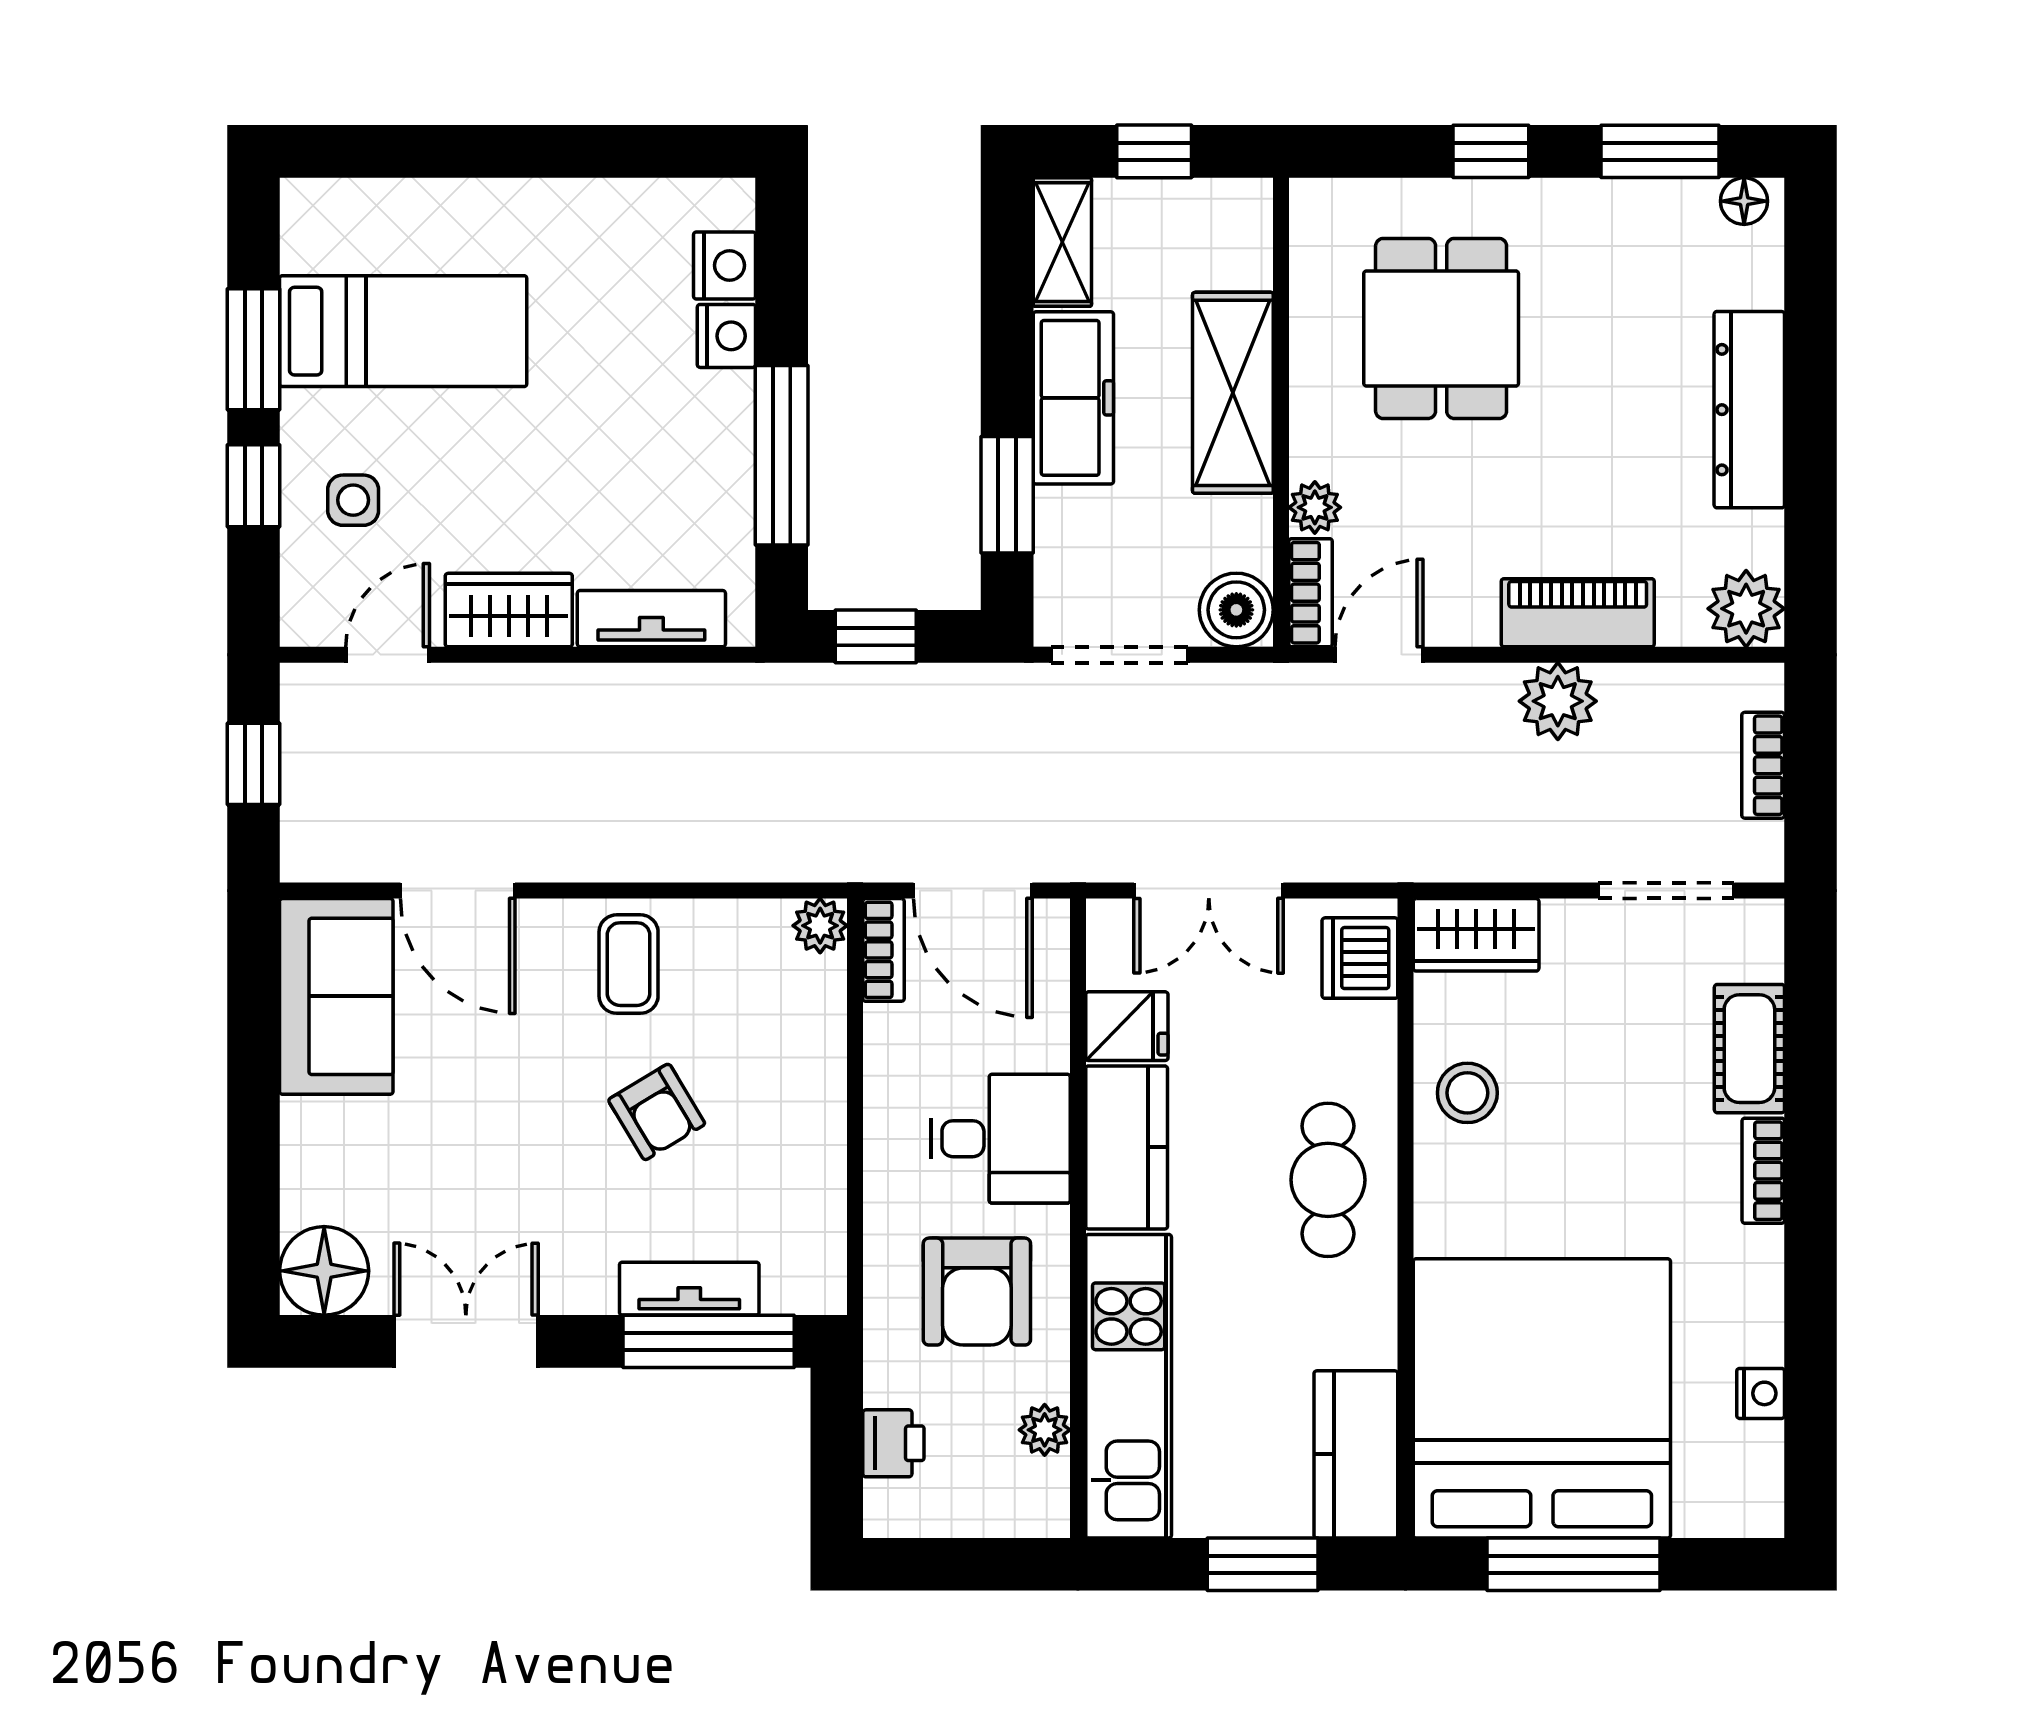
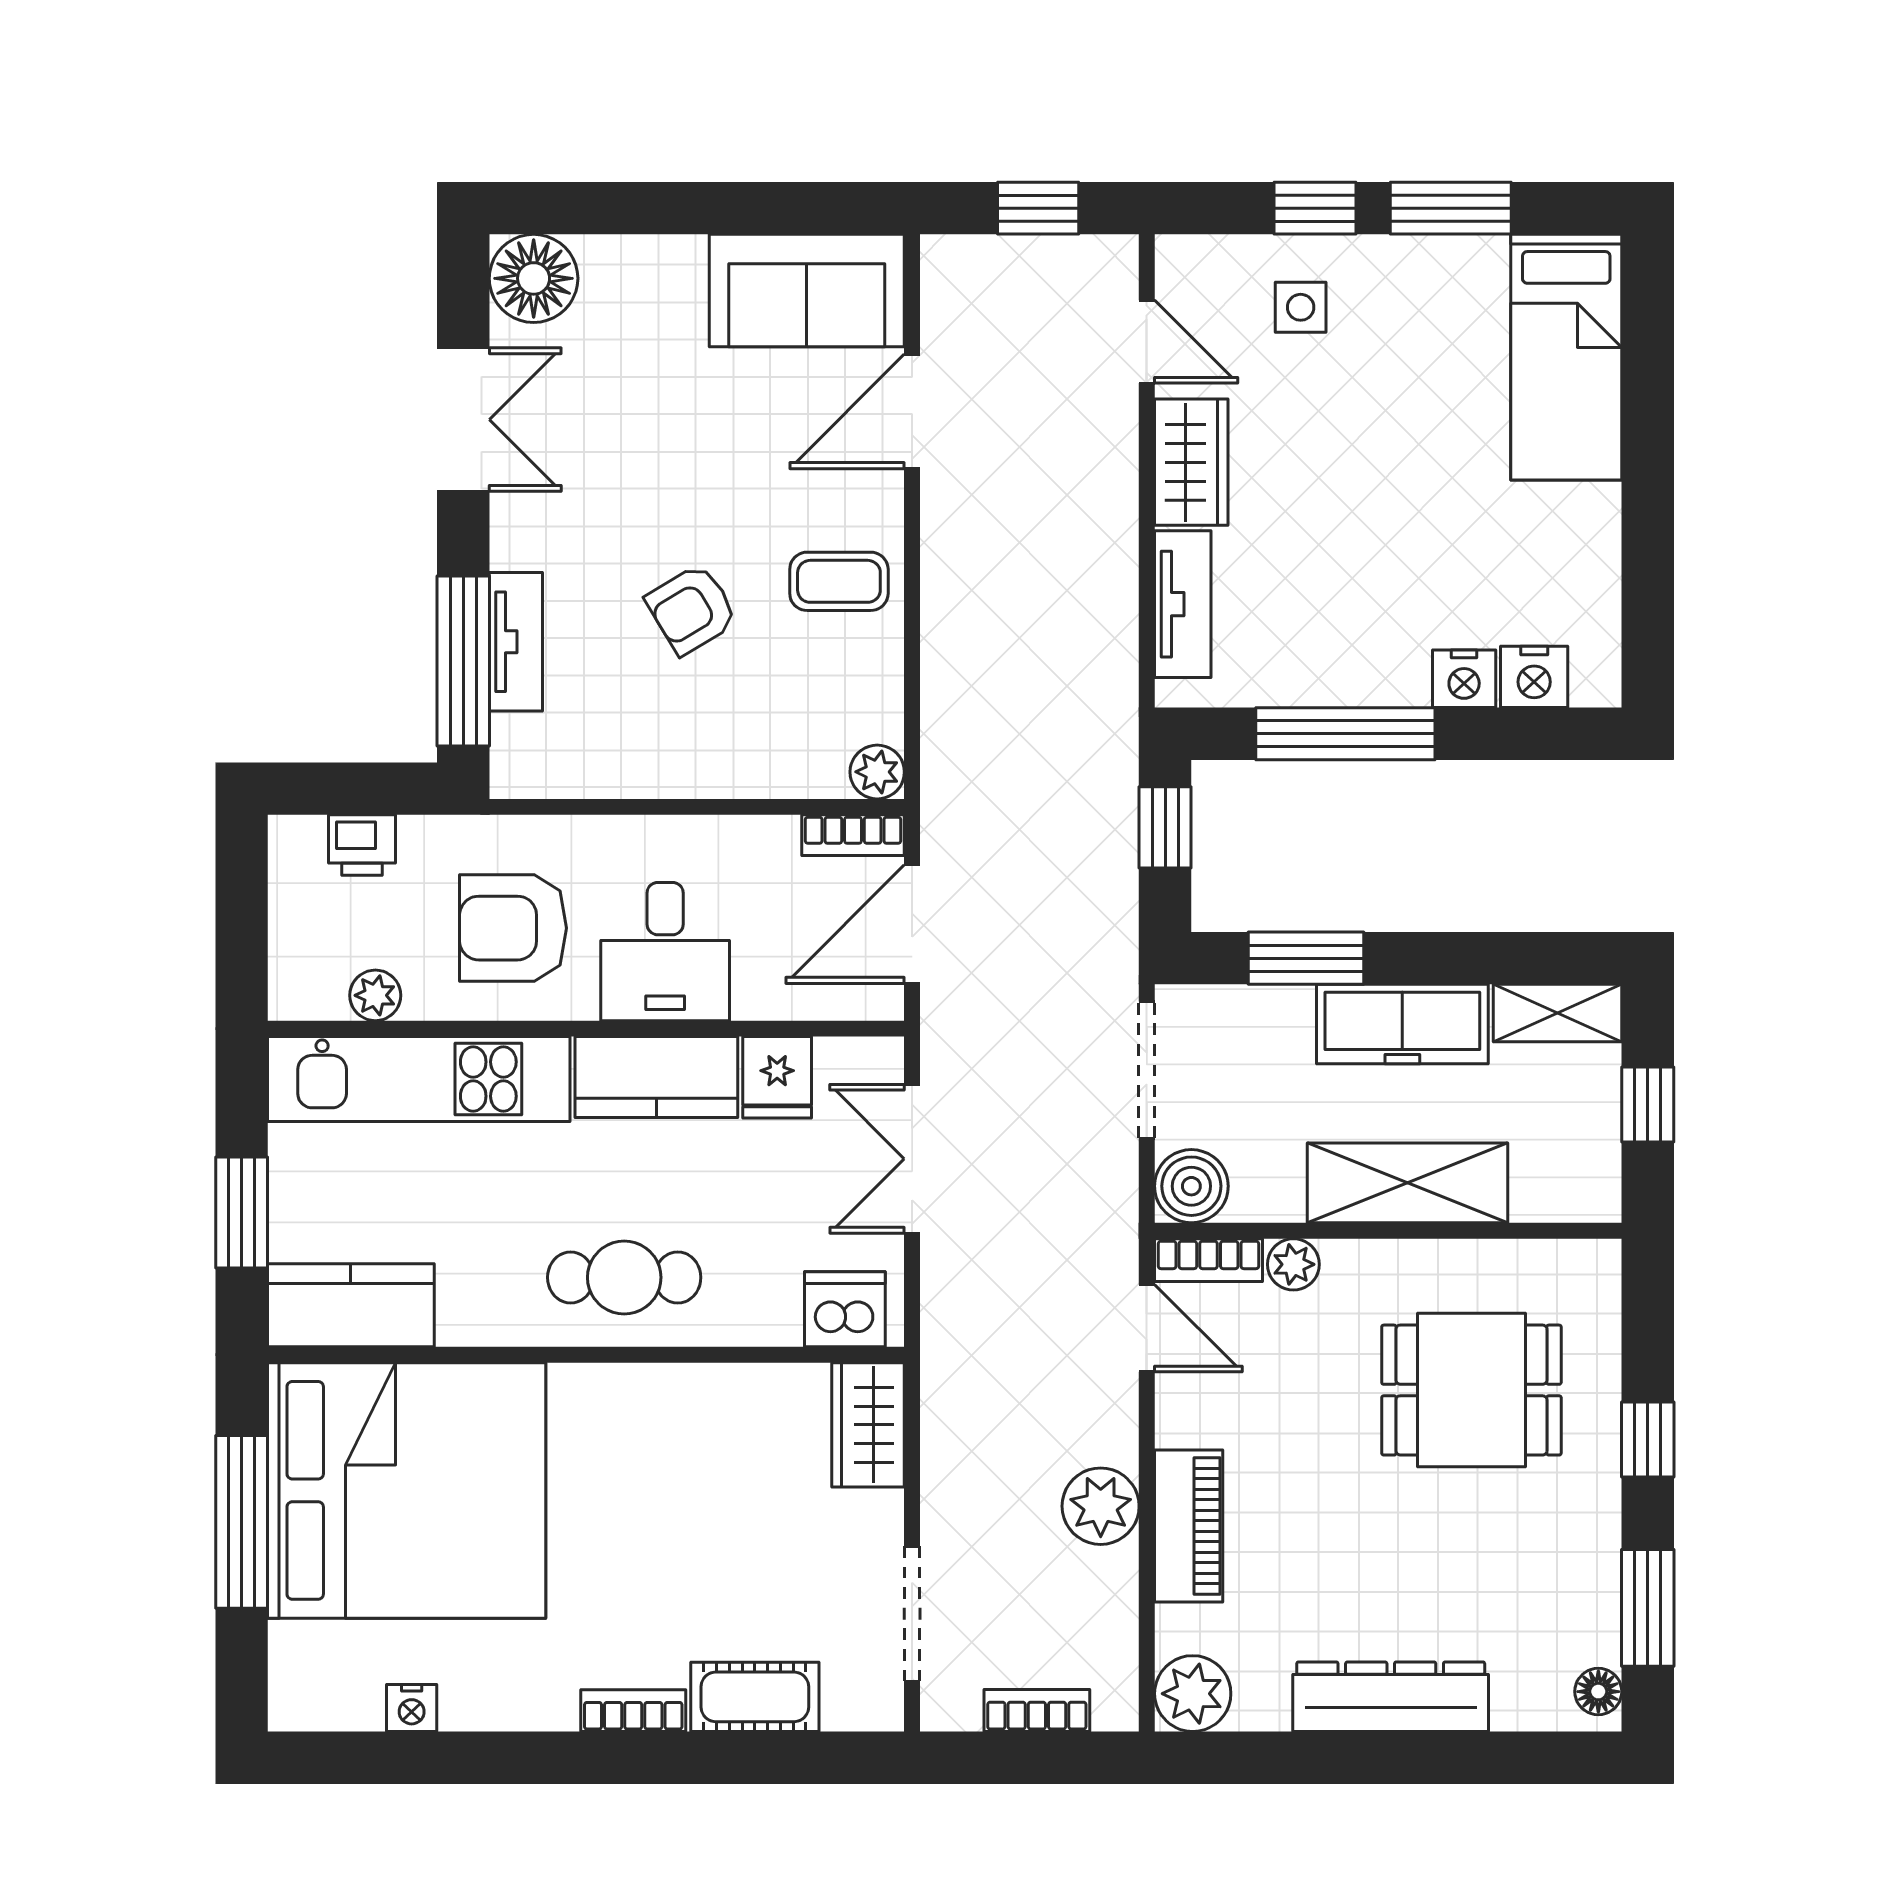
bed: (403, 331) -> (1566, 357), moved
stool: (1467, 1093) -> (711, 1416), removed

